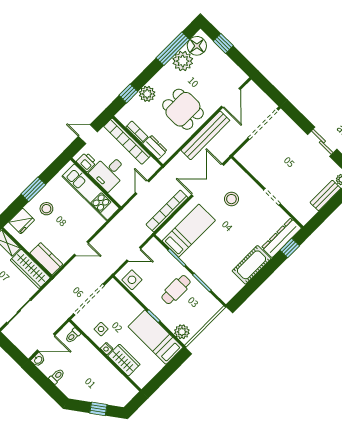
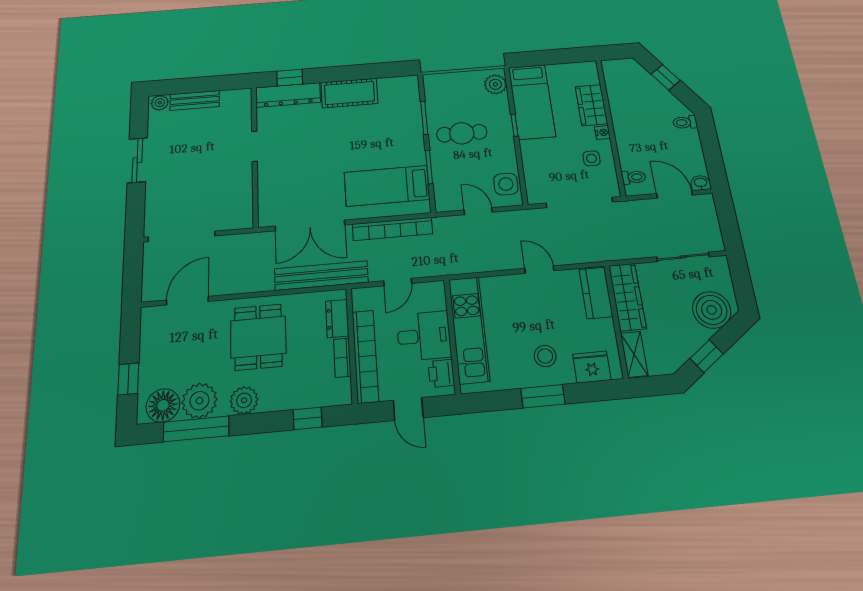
plant: (147, 94) -> (244, 400), moved
bench: (205, 135) -> (321, 276), moved
stool: (231, 199) -> (303, 181), removed
toilet: (57, 376) -> (685, 122), moved

